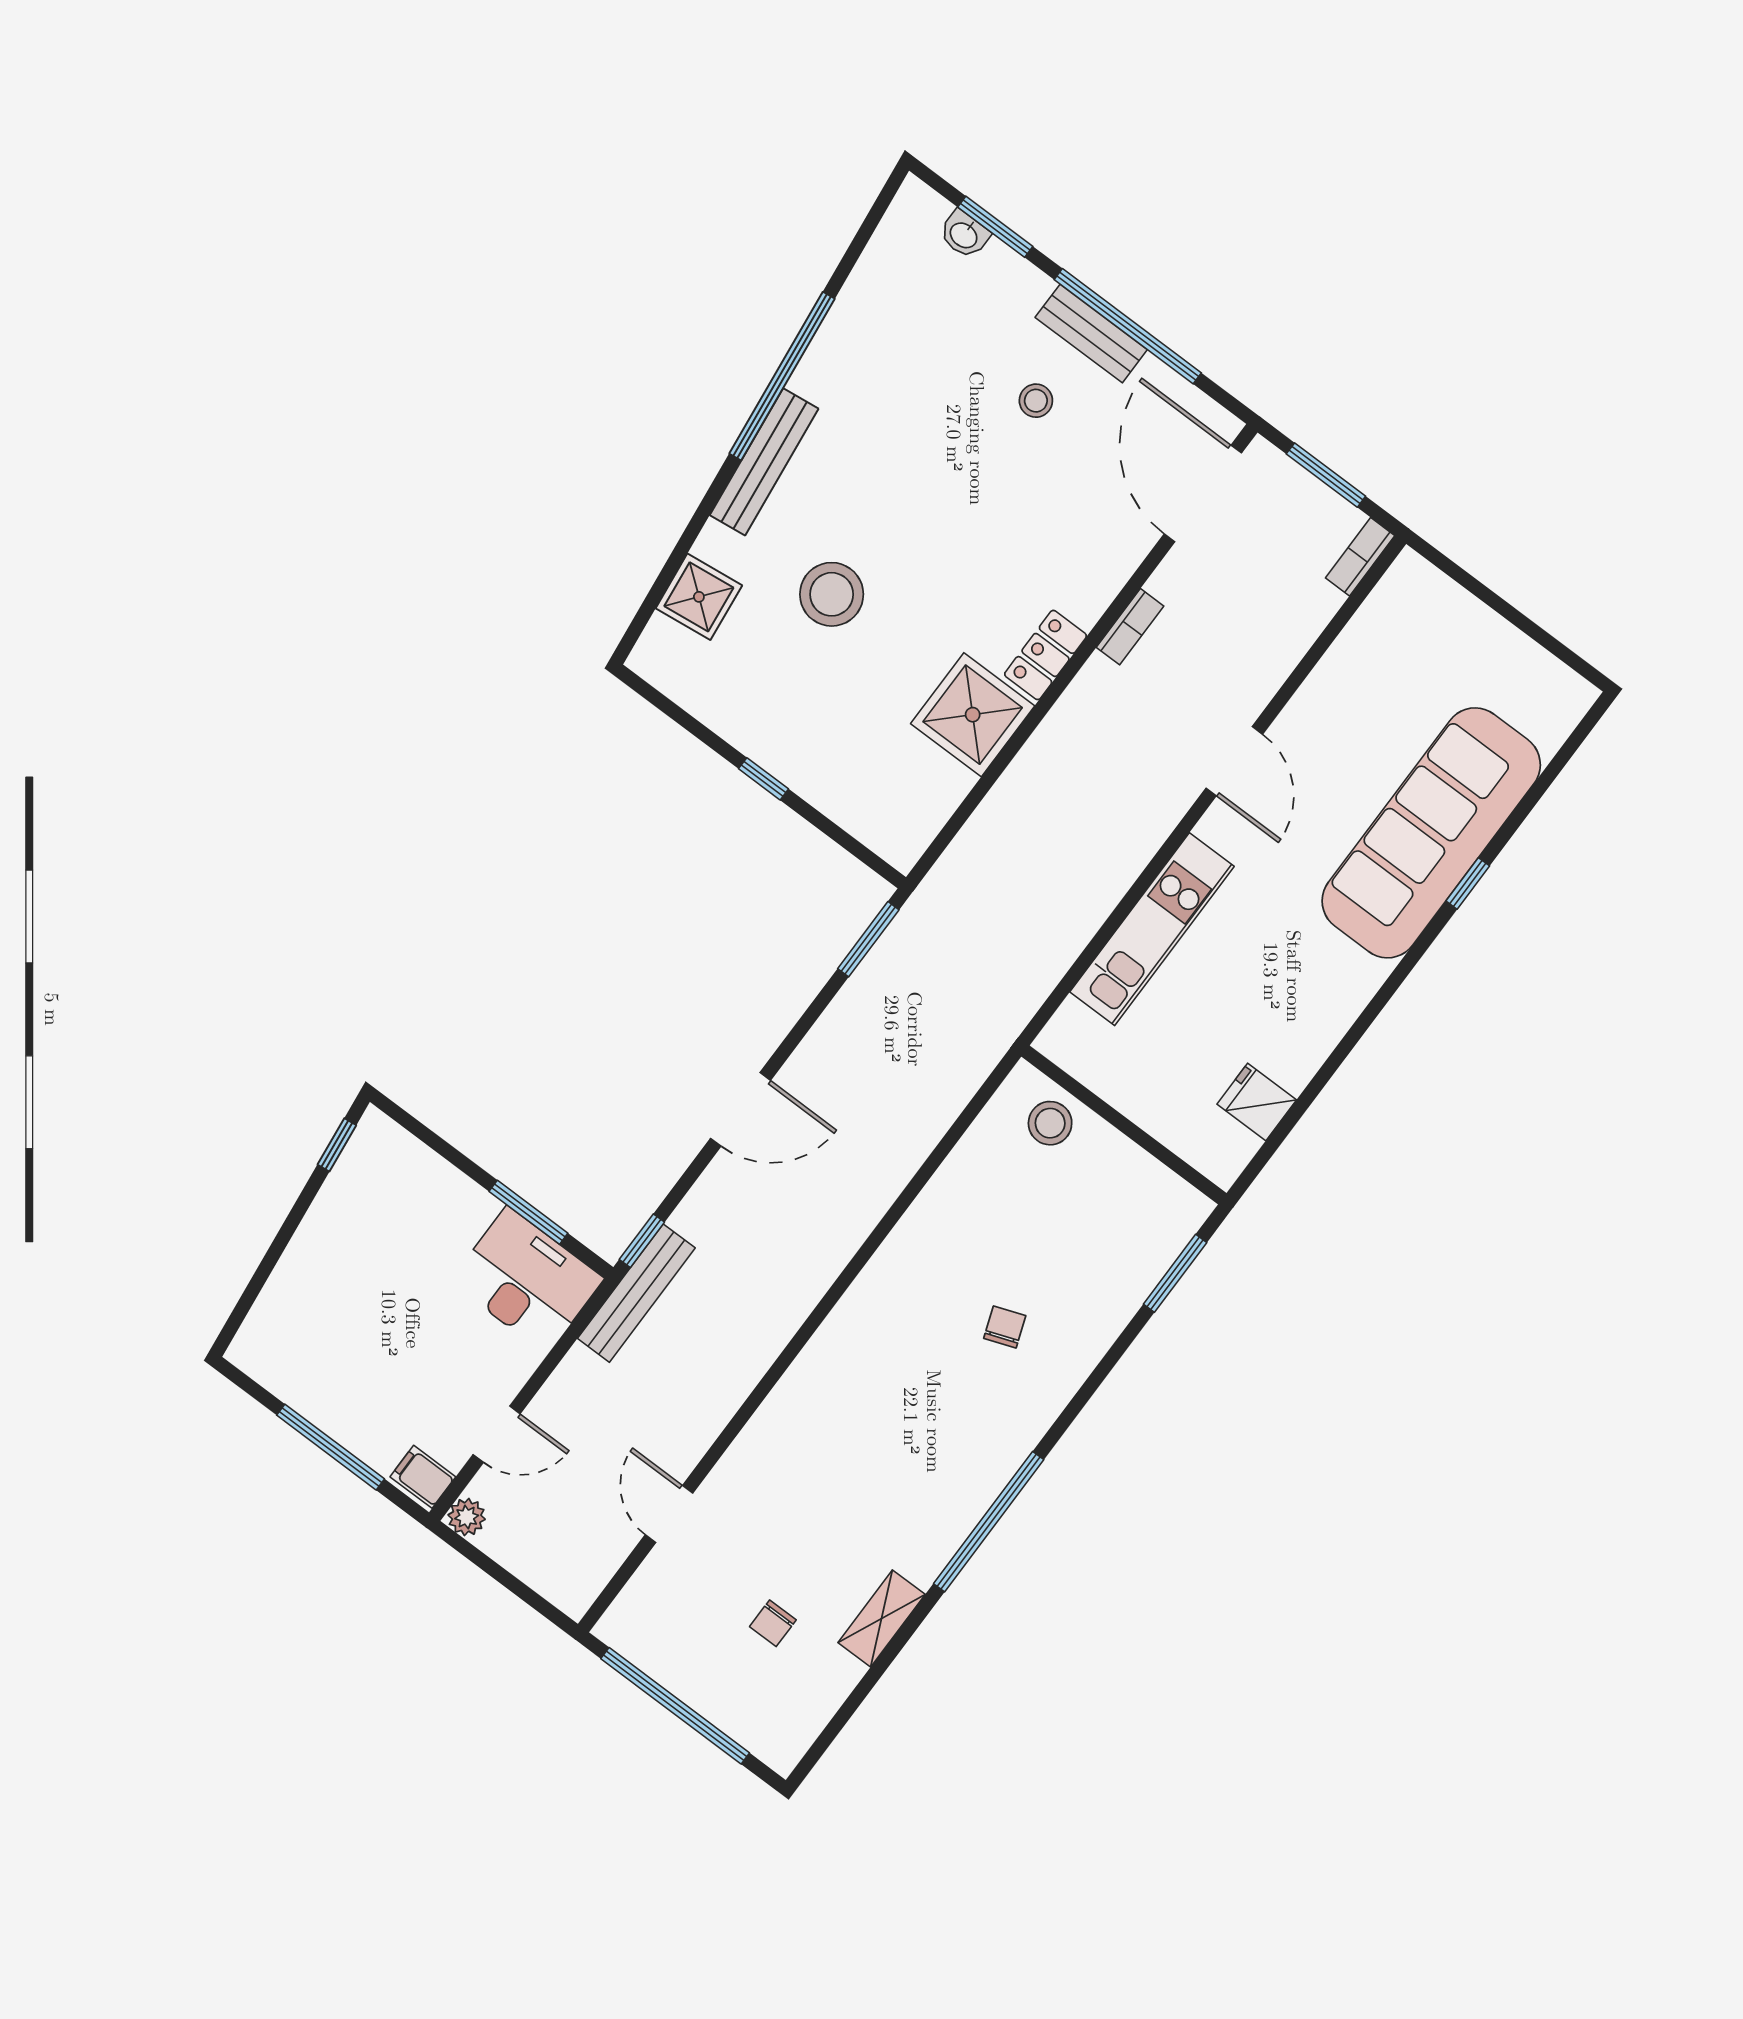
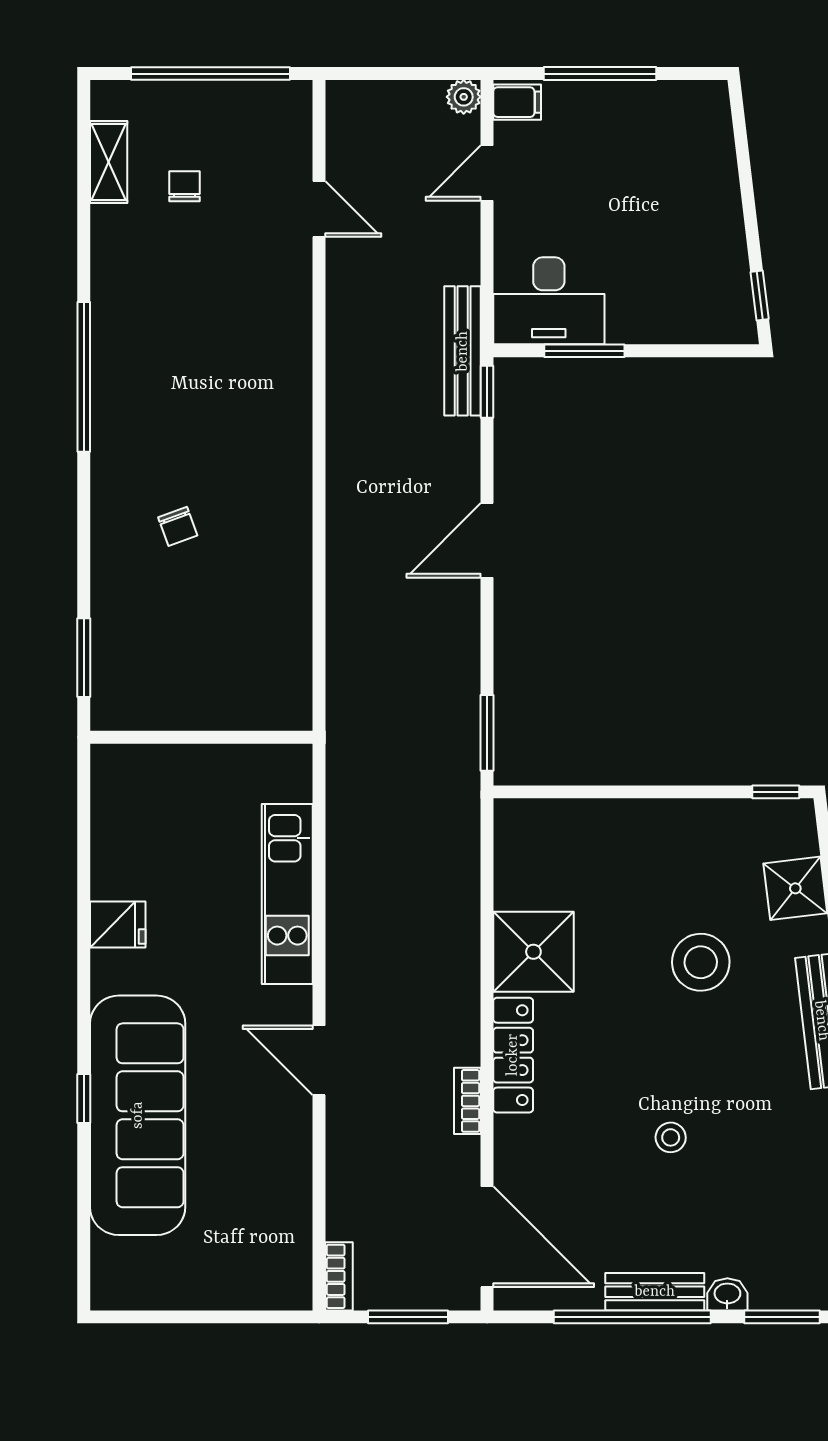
washbasin: (964, 235) -> (727, 1294), moved
stool: (1036, 401) -> (671, 1137), moved
locker: (1046, 655) -> (513, 1055), width x1.53
window: (764, 779) -> (776, 792), moved
fridge: (1257, 1102) -> (118, 924), moved
stool: (1050, 1123) -> (256, 698), removed
shelving: (882, 1618) -> (109, 162), moved

